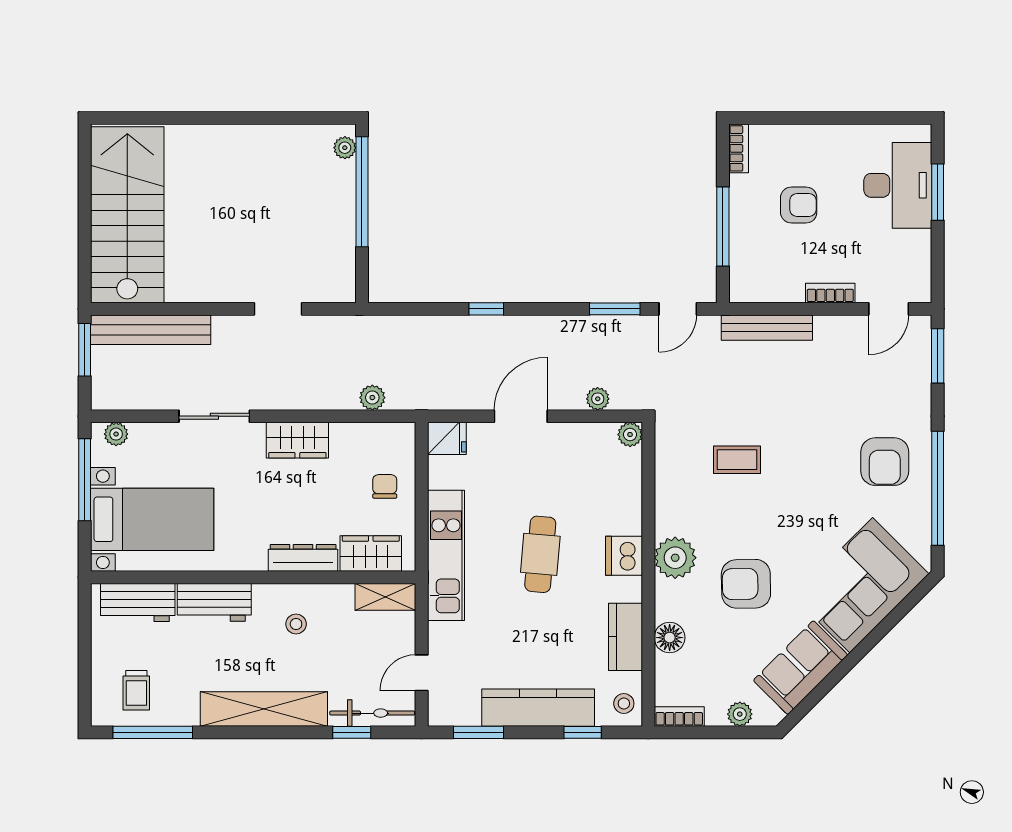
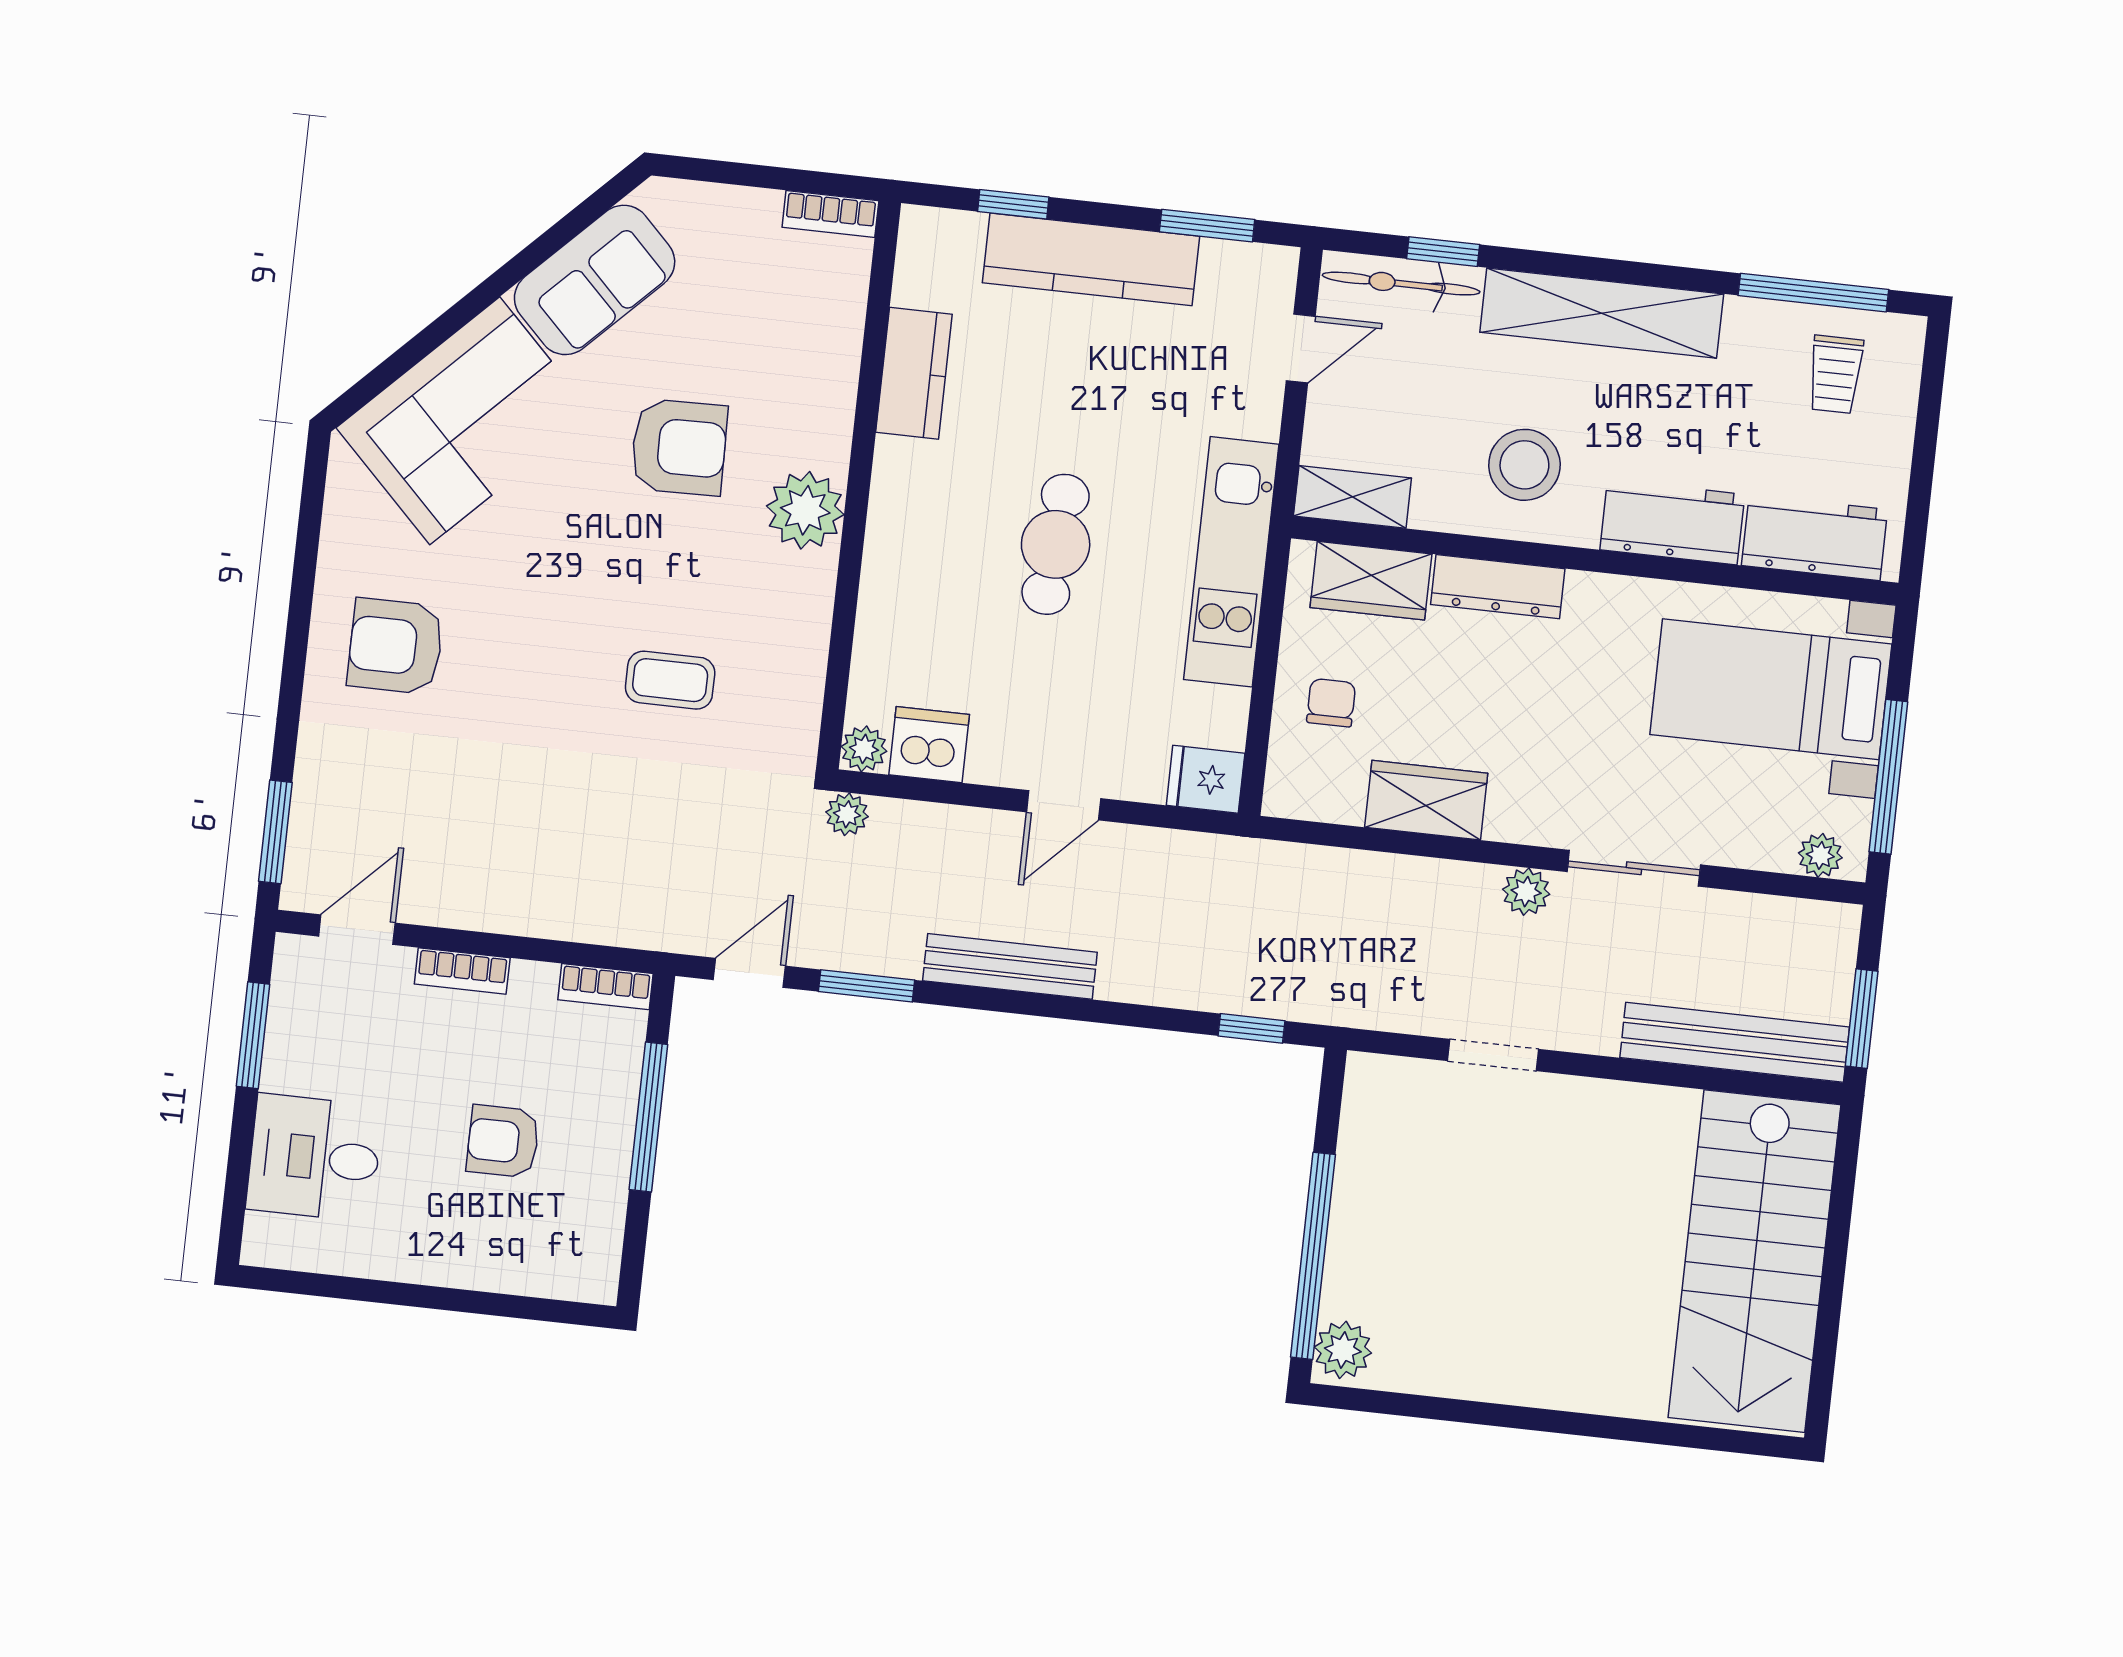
plant: (345, 148) -> (1343, 1350), width x1.38, depth x1.38
bookcase: (739, 148) -> (605, 987), moved, turned -90
desk: (898, 185) -> (314, 1158), width x0.73
window: (938, 192) -> (253, 1035), moved
window: (486, 309) -> (1252, 1028), moved
bench: (767, 328) -> (1010, 966), moved
plant: (372, 398) -> (1526, 892), moved
plant: (598, 399) -> (847, 814), moved
door: (521, 416) -> (1064, 805), width x0.73
wardrobe: (297, 440) -> (1426, 800), moved
armchair: (885, 462) -> (396, 646), turned -90
chair: (385, 486) -> (1331, 703), turned 180
window: (938, 488) -> (303, 586), removed
dishwasher: (624, 556) -> (929, 745), moved, turned -90
stool: (296, 624) -> (1524, 465), width x1.89, depth x1.89
floor lamp: (670, 638) -> (832, 363), removed
trolley: (136, 690) -> (1835, 374), turned 180
stool: (624, 704) -> (931, 250), removed
plant: (740, 714) -> (717, 206), removed

